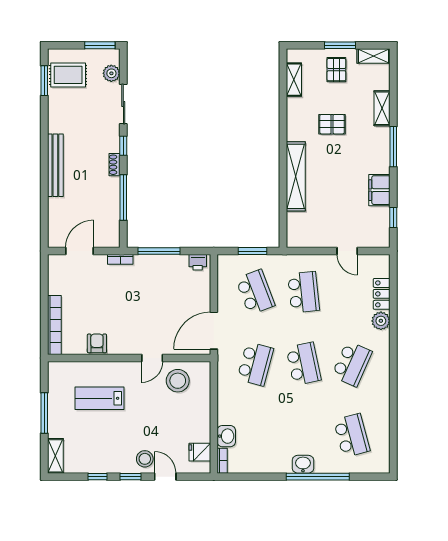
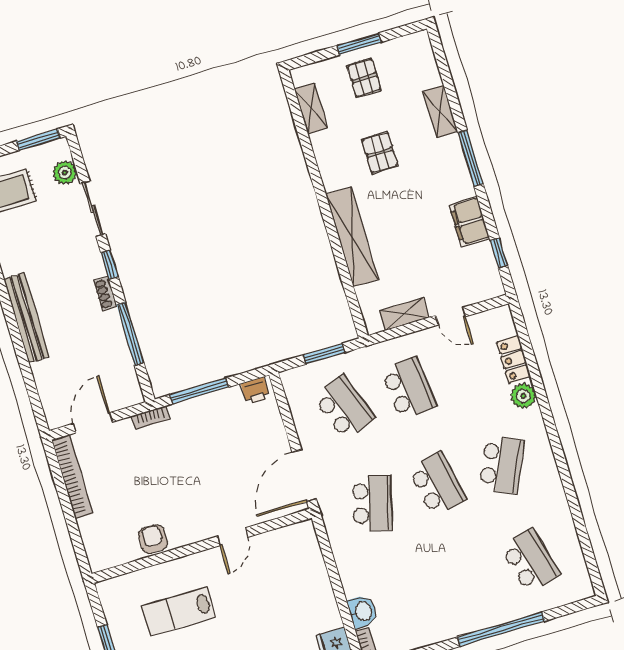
shelving: (373, 56) -> (404, 314), moved
pallet: (332, 124) -> (380, 153), turned 90
bookcase: (54, 325) -> (72, 477), moved
stool: (178, 381) -> (276, 557), removed
washbasin: (303, 464) -> (476, 618), removed

